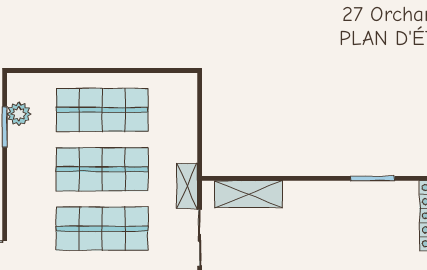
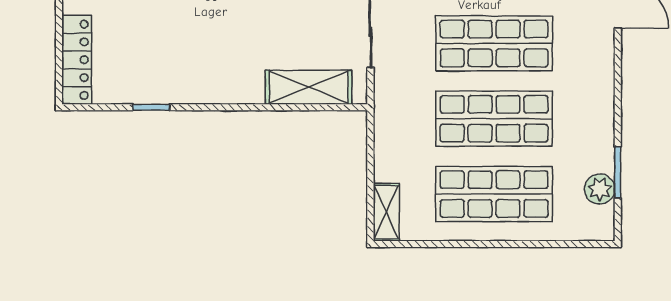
window: (373, 178) -> (151, 107), width x0.67
shelving: (187, 186) -> (386, 212), moved

